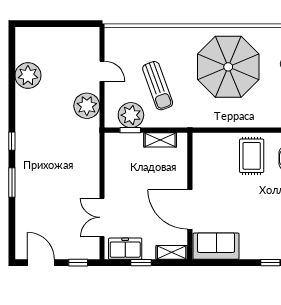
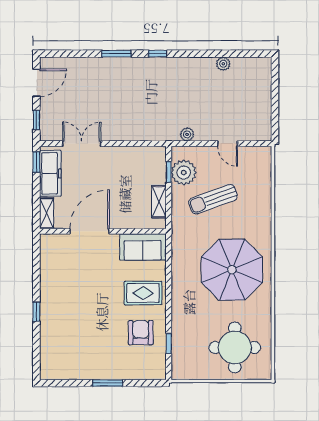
door: (102, 71) -> (228, 144), hinge flipped
plant: (28, 75) -> (223, 64), width x0.53, depth x0.53
plant: (87, 106) -> (187, 134), width x0.53, depth x0.53
sofa: (216, 246) -> (143, 247), moved, turned 90
freezer: (125, 249) -> (50, 173), width x1.40
window: (141, 263) -> (36, 162), moved

